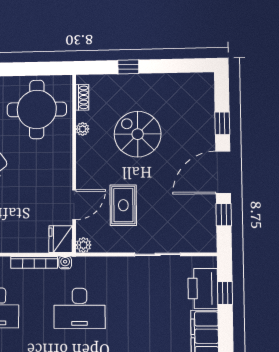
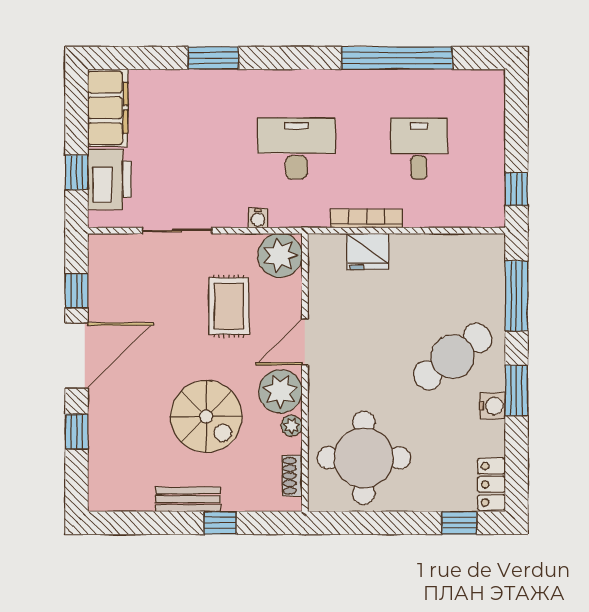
bench: (149, 81) -> (188, 499), added
plant: (90, 151) -> (280, 391), added
door: (74, 205) -> (305, 342), moved
fridge: (61, 239) -> (368, 251), moved, turned 90
plant: (83, 245) -> (280, 255), width x1.87, depth x1.87
water cooler: (65, 263) -> (258, 218), moved

